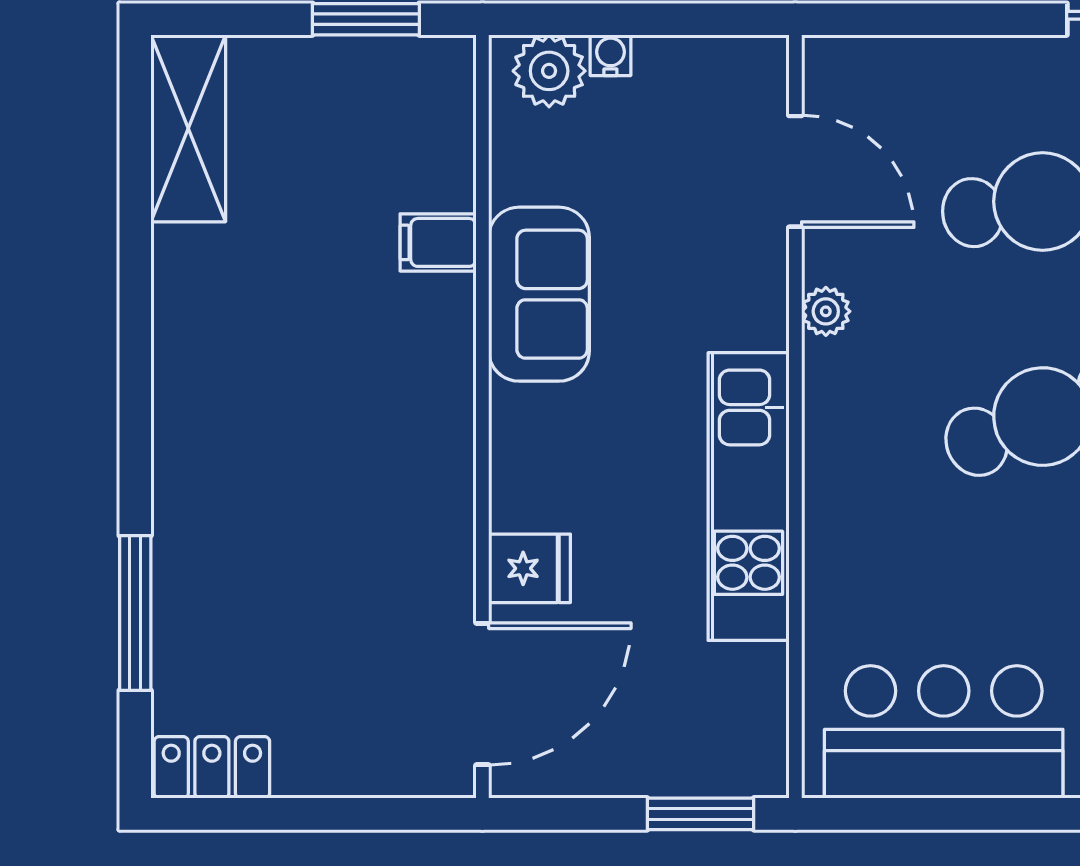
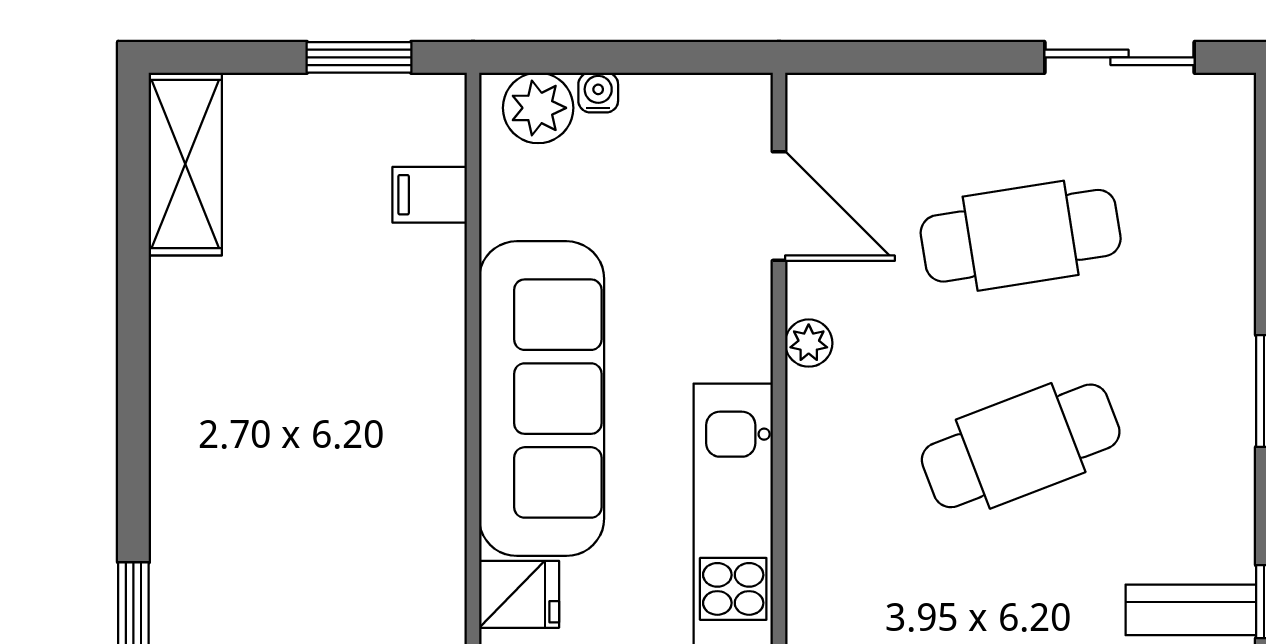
filing cabinet: (438, 242) -> (430, 195), moved
sofa: (539, 294) -> (542, 399), width x1.85, depth x1.27

